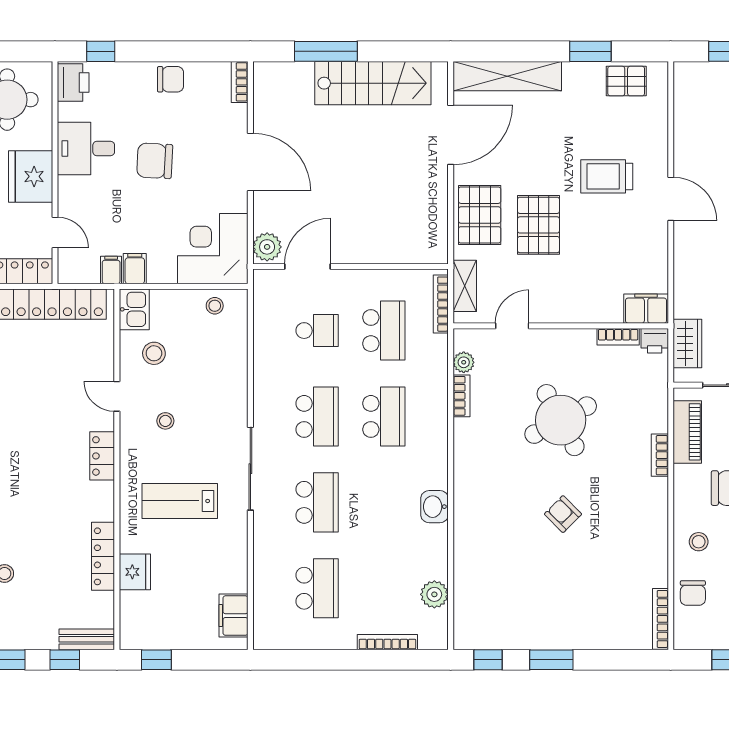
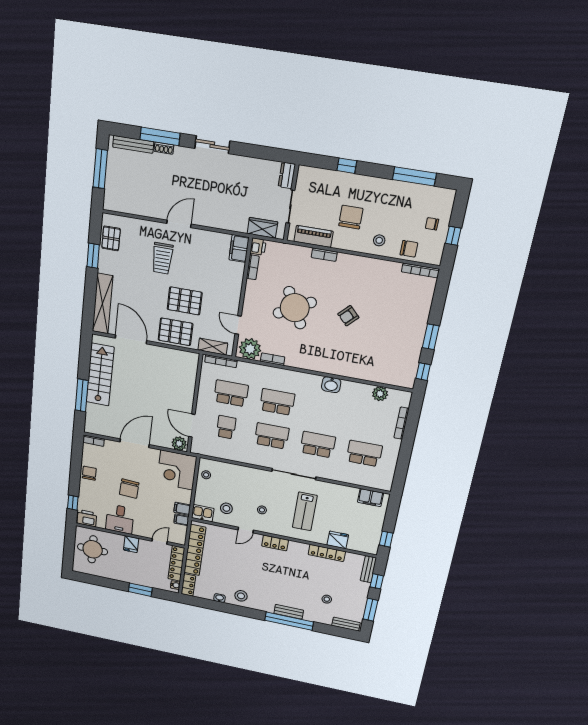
fridge: (31, 176) -> (131, 544), width x0.53, depth x0.75
plant: (464, 362) -> (250, 349), width x1.88, depth x1.88

